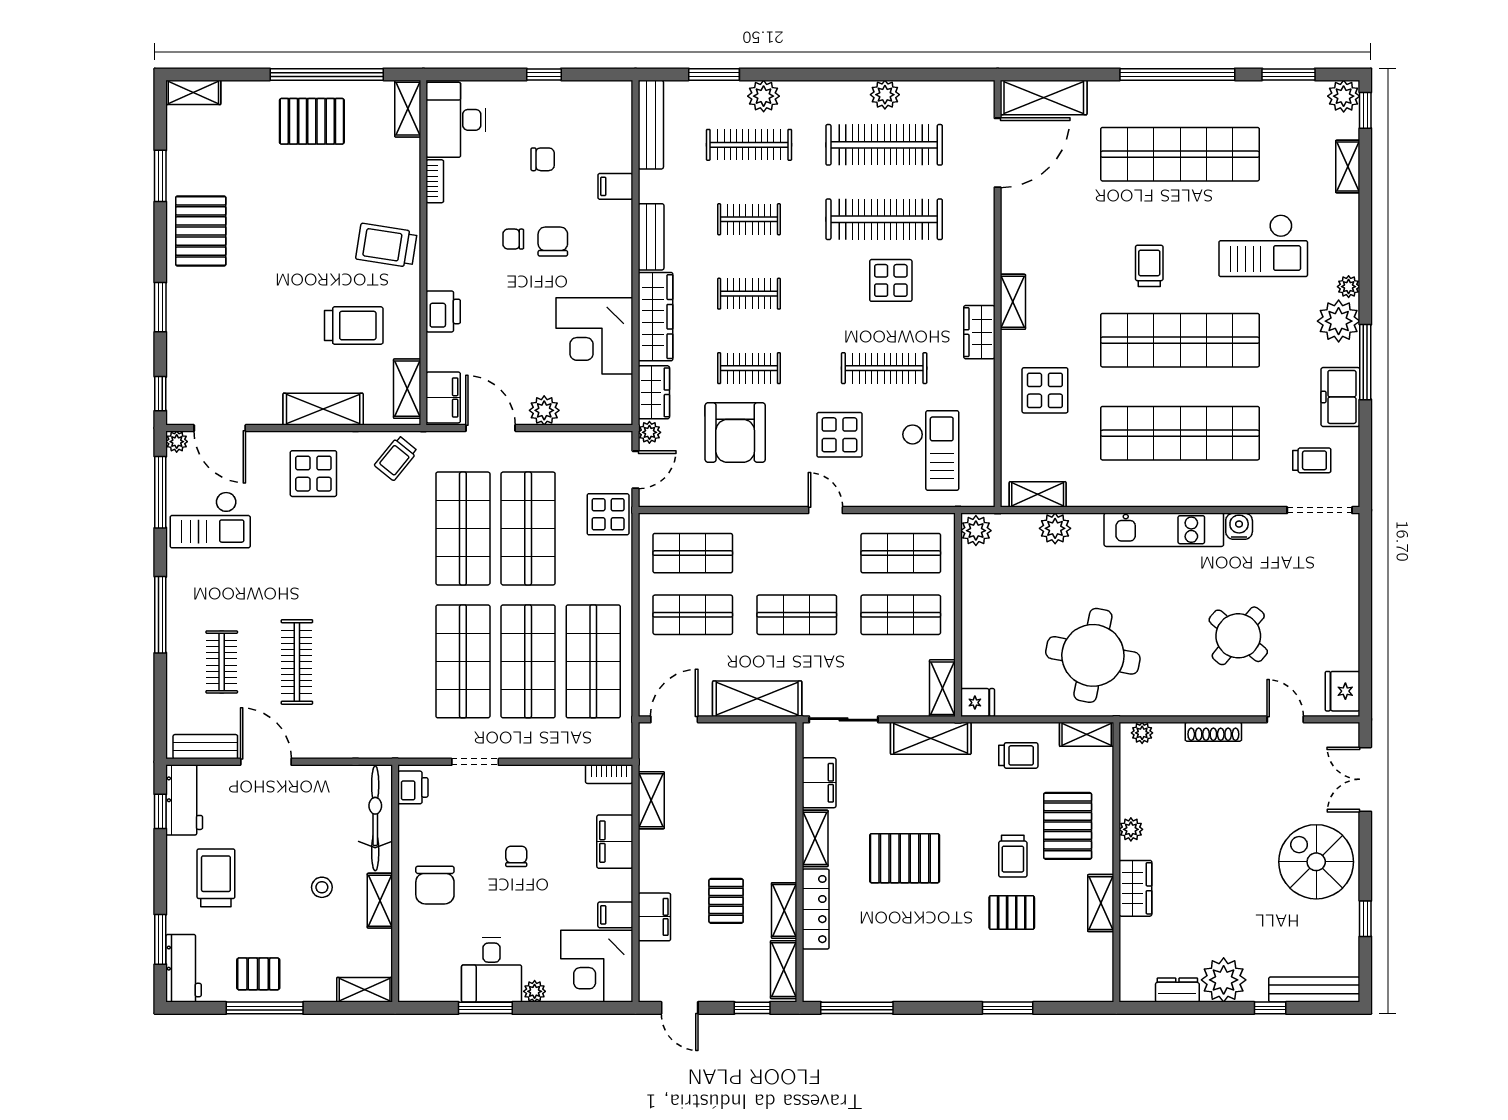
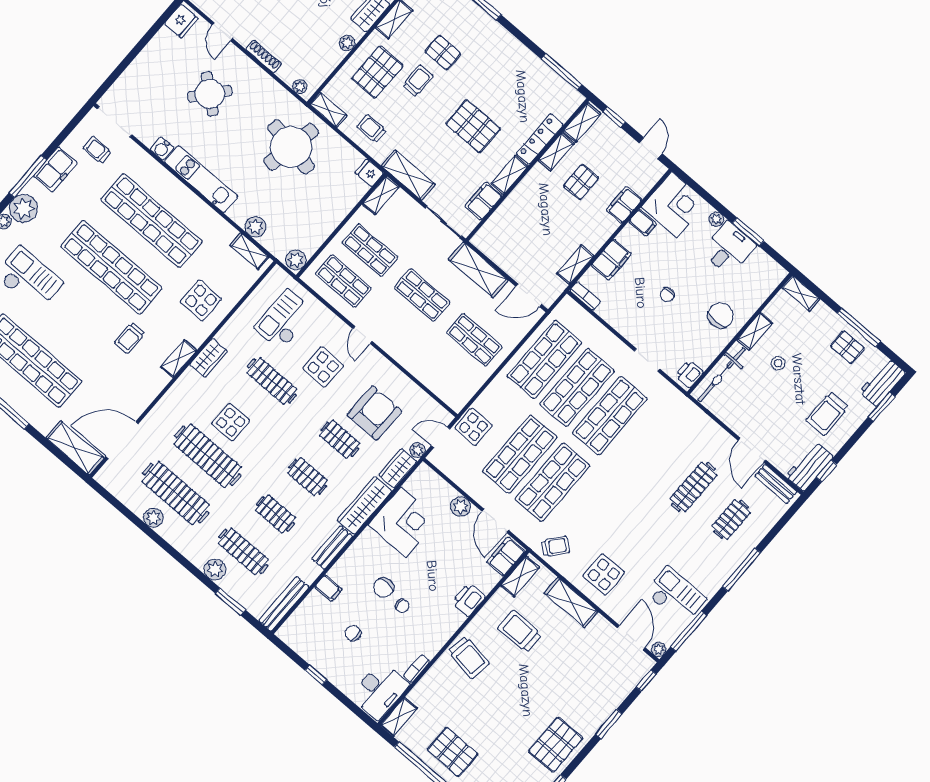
trolley: (1149, 266) -> (130, 338), moved
shop shelf: (693, 553) -> (448, 371), removed

